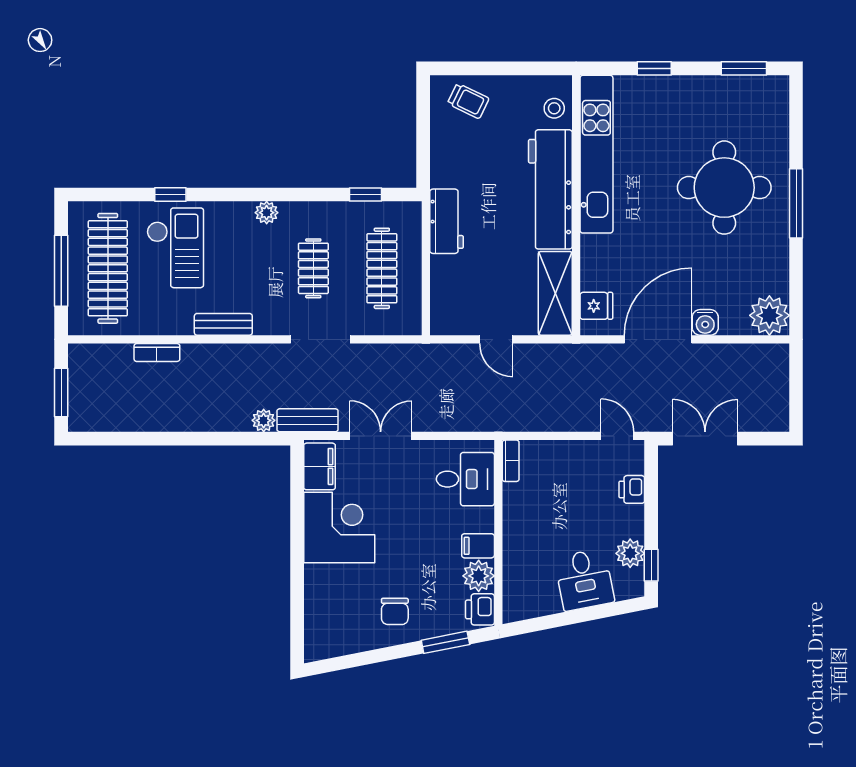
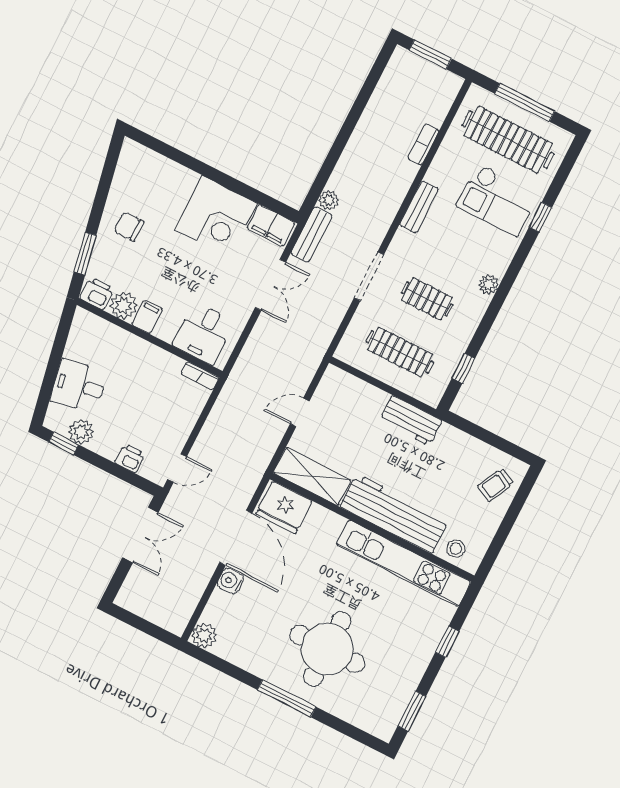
fridge: (596, 306) -> (284, 507), width x1.88, depth x1.34
plant: (769, 315) -> (204, 636), width x0.73, depth x0.73

